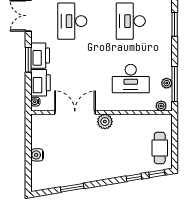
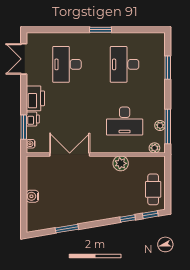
window: (28, 60) -> (24, 127), moved
printer: (41, 83) -> (33, 119), width x0.53, depth x0.68
plant: (105, 122) -> (121, 163), moved

